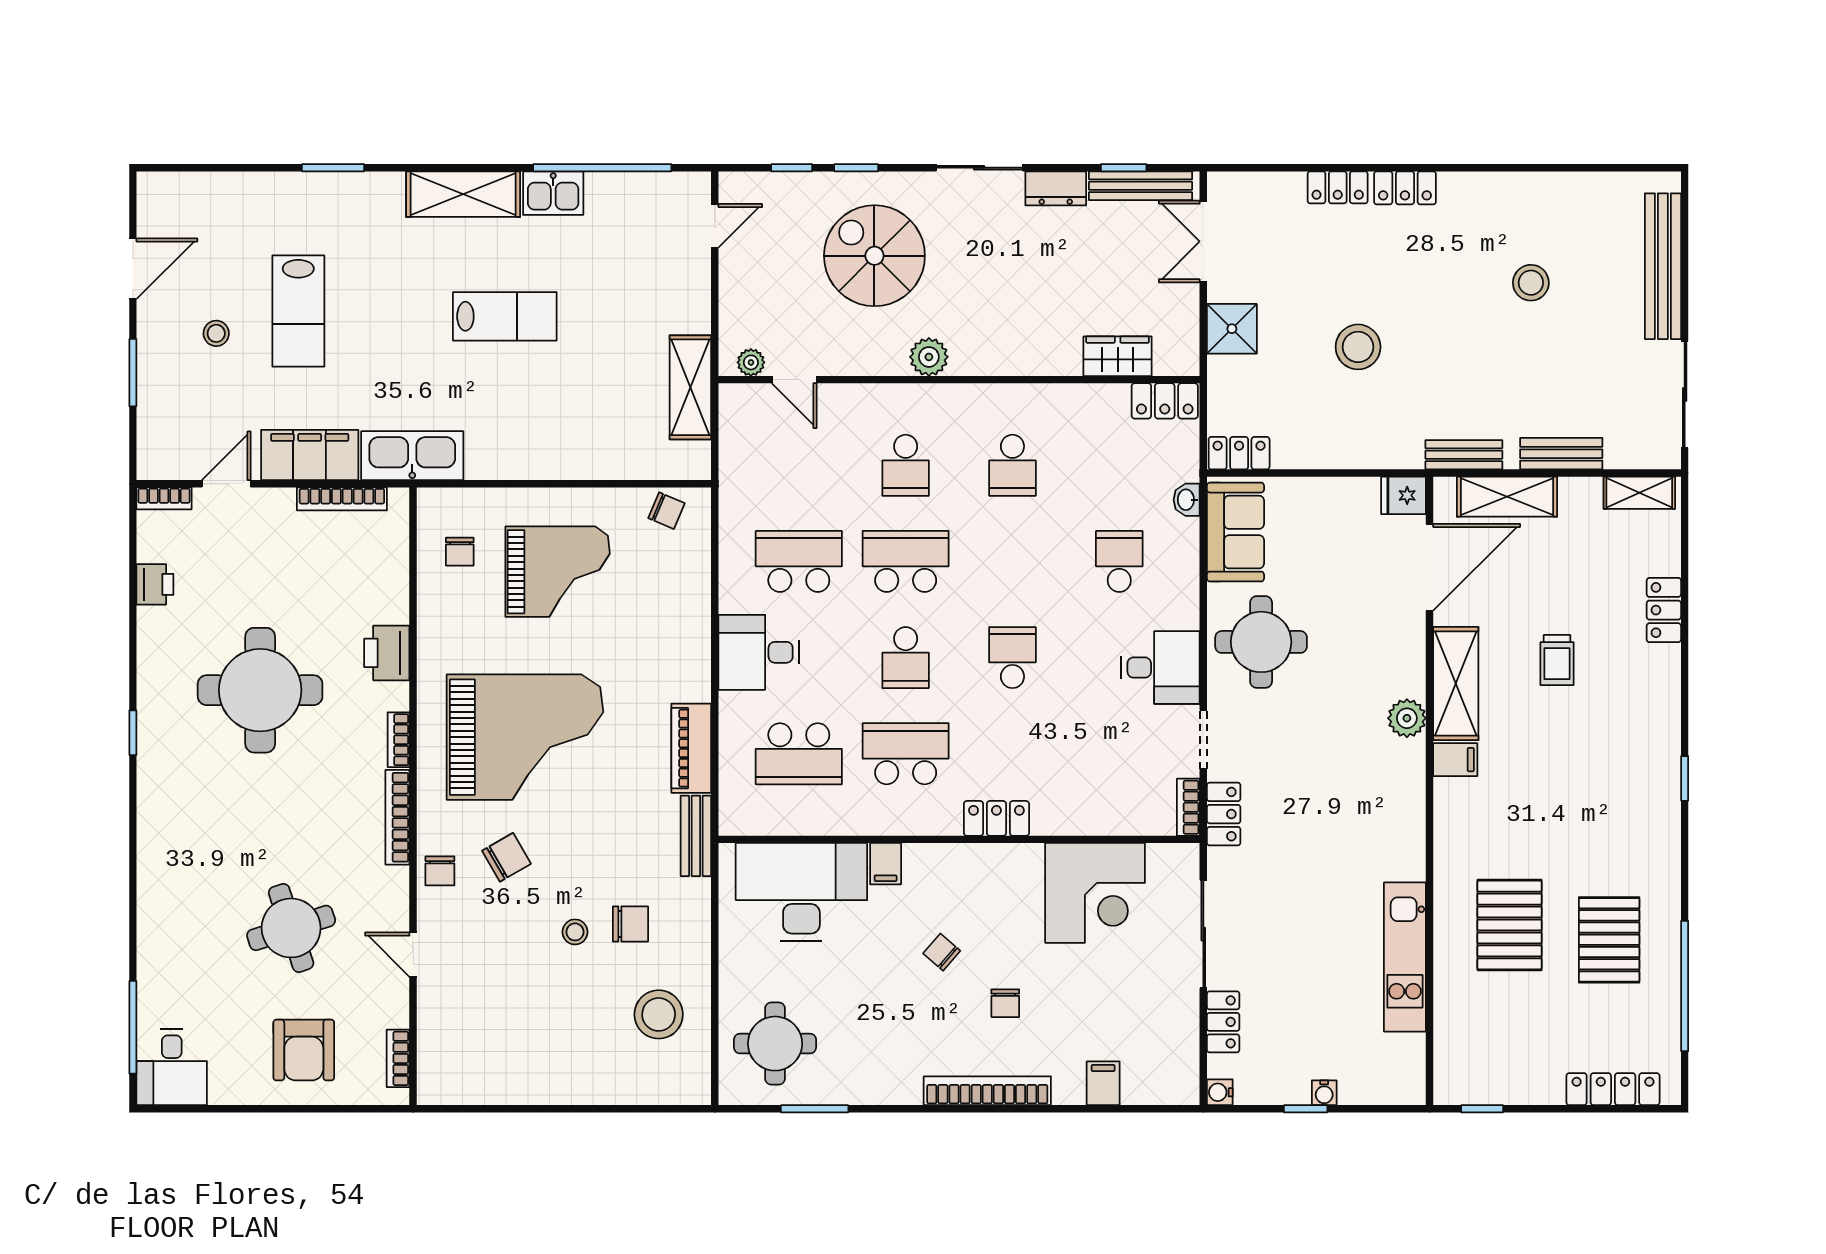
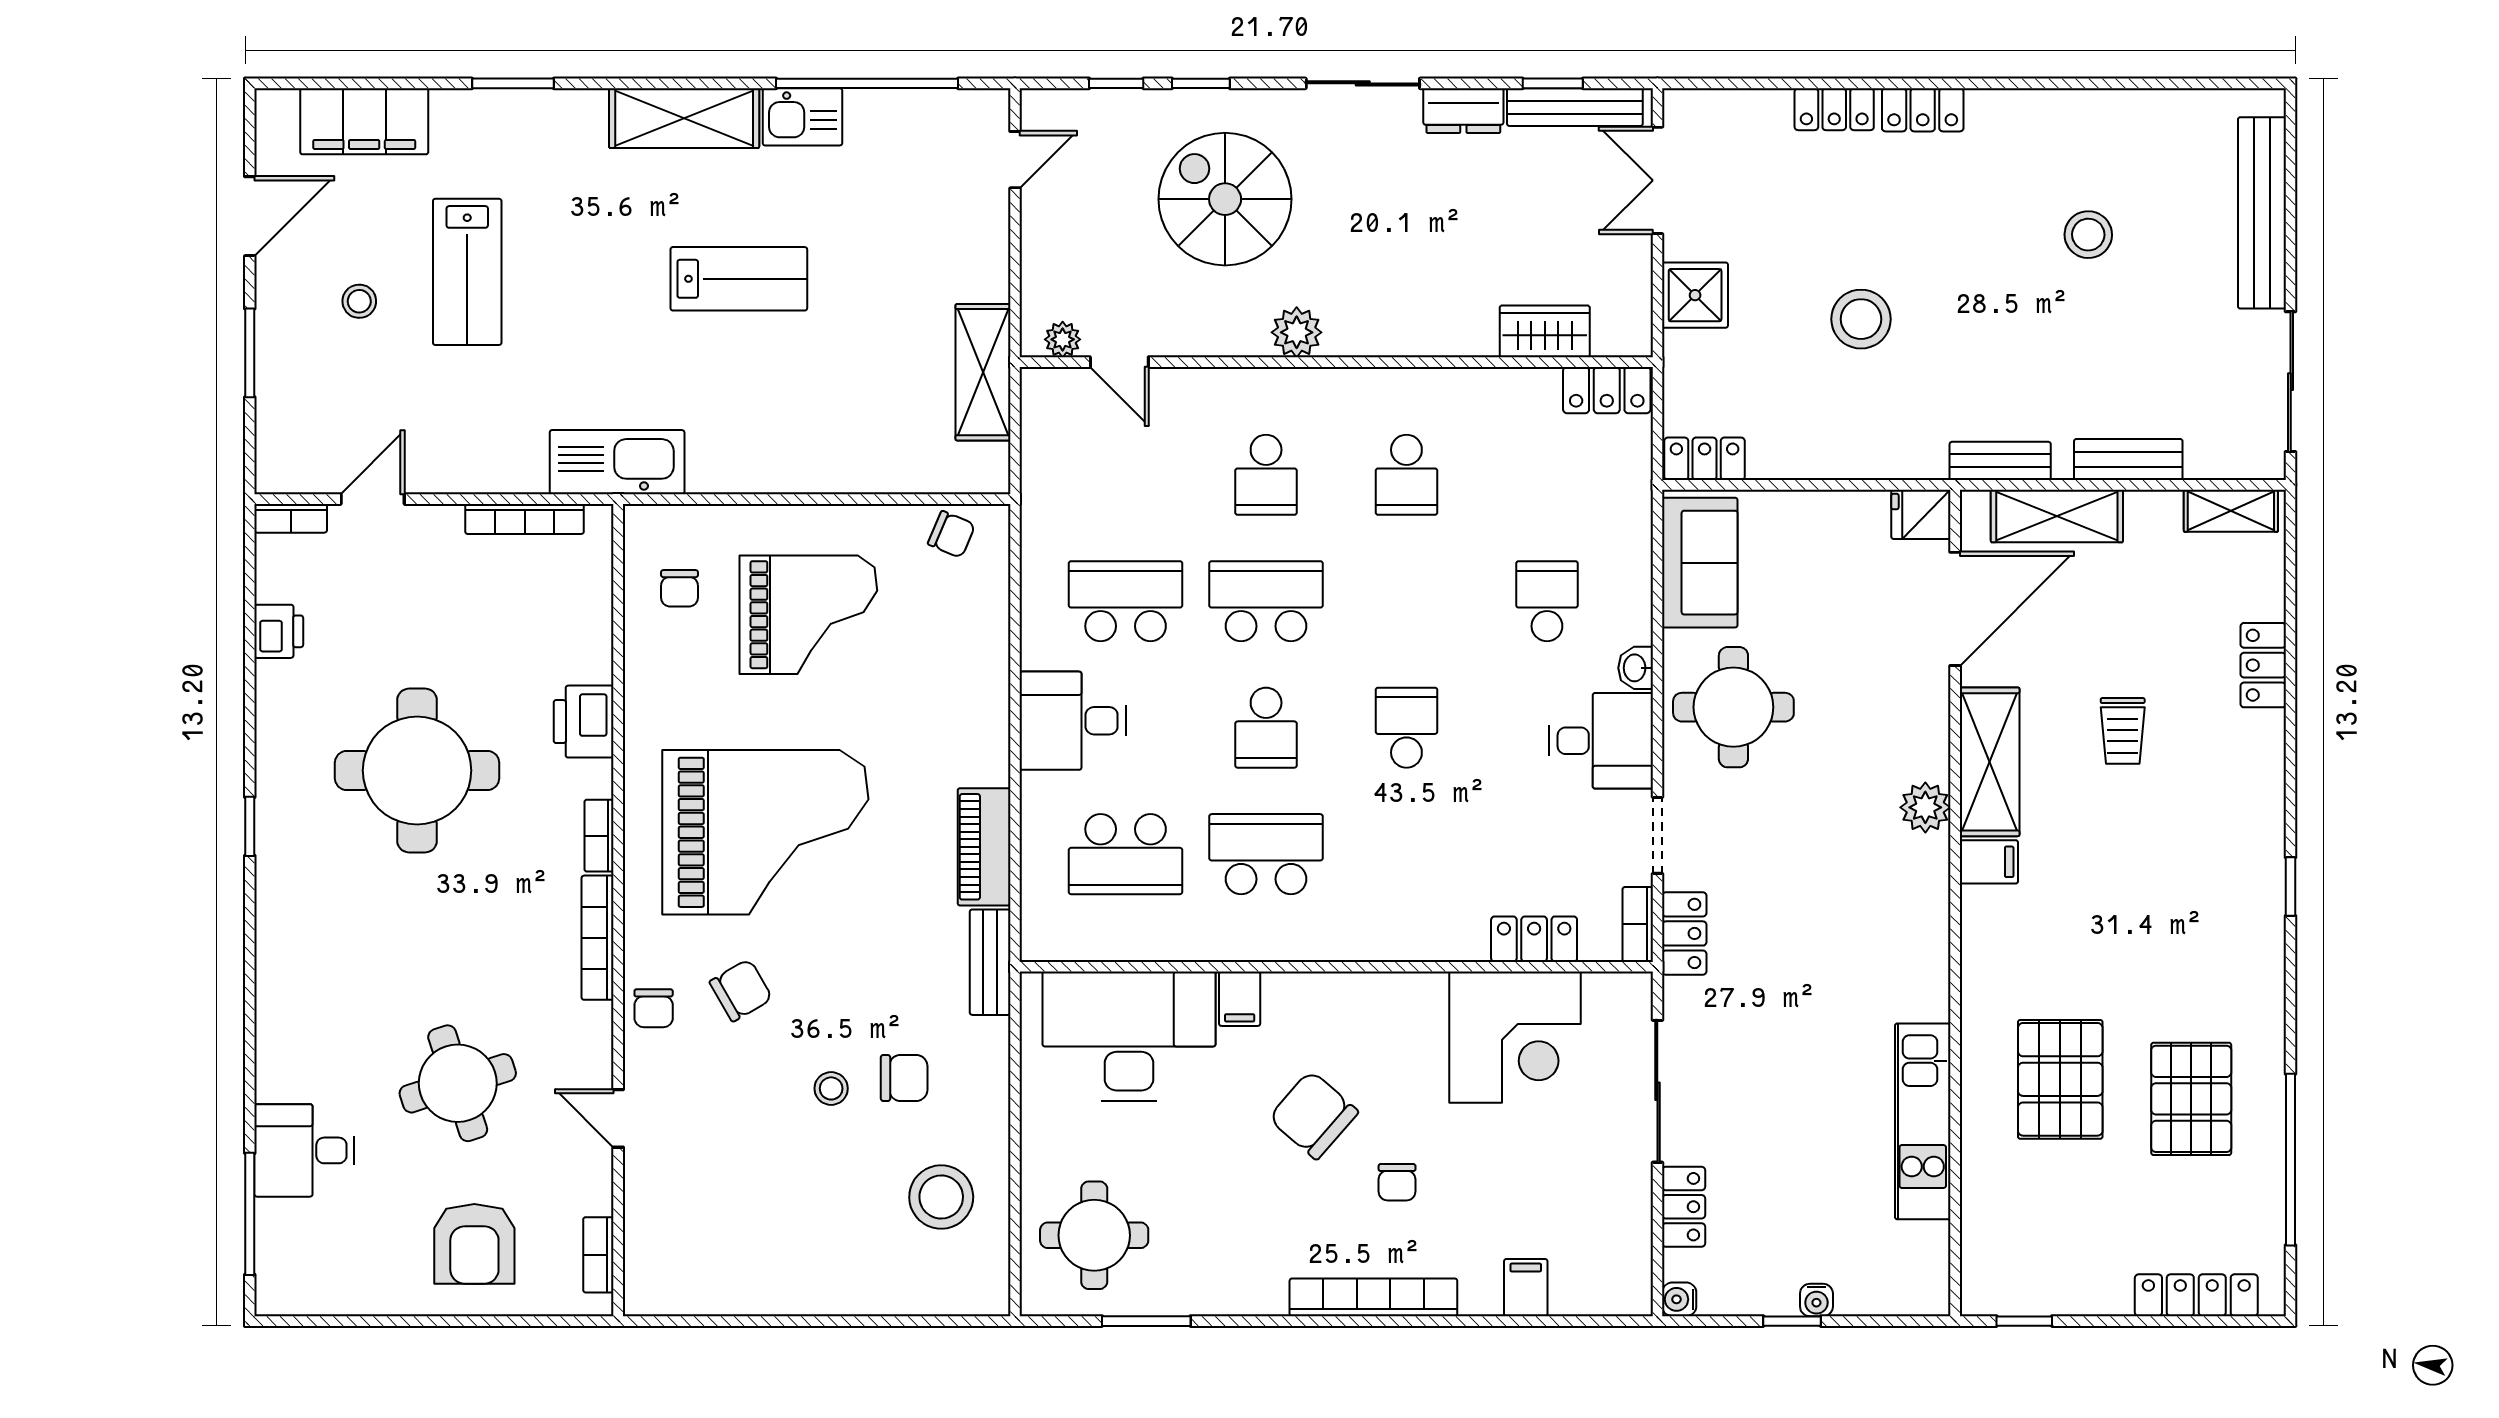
filing cabinet: (310, 455) -> (364, 121), moved, turned 180
washbasin: (1187, 500) -> (1636, 668), moved
locker: (996, 818) -> (1534, 939), moved
chair: (942, 952) -> (1313, 1115), width x1.87, depth x1.87
desk: (172, 1067) -> (304, 1150), moved, turned 90

